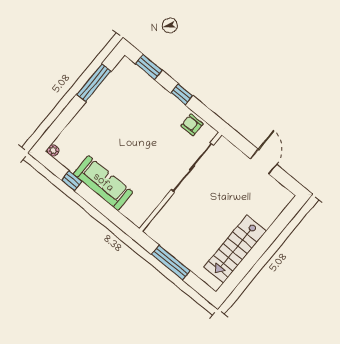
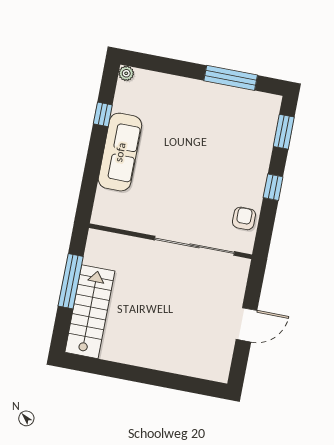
stairs: (235, 249) -> (90, 312), moved, turned 90

